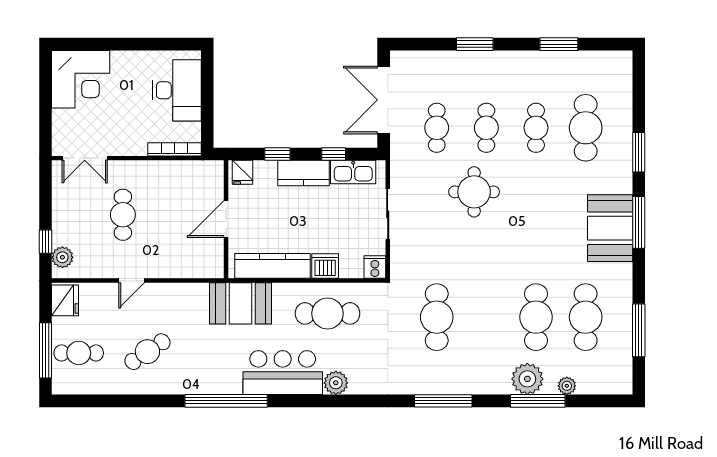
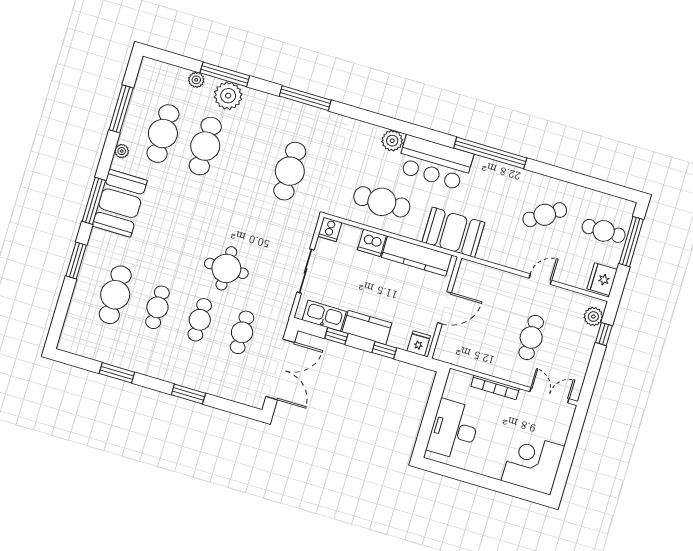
bookcase: (175, 149) -> (495, 387), moved
plant: (625, 285) -> (122, 151), added

